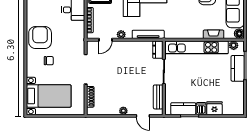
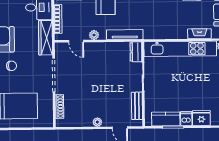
wardrobe: (79, 36) -> (45, 38), added
door: (105, 40) -> (76, 41), hinge flipped

